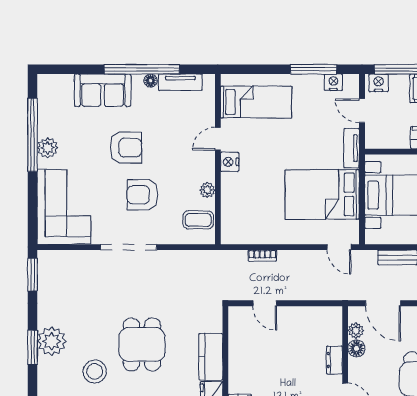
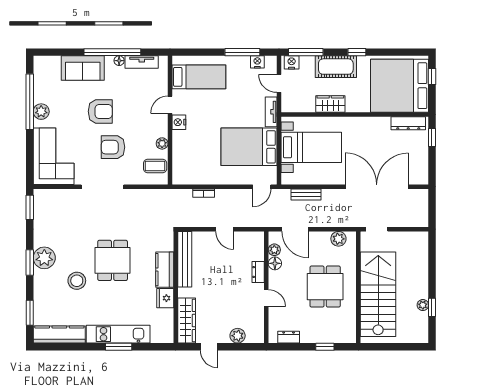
door: (339, 247) -> (262, 187), hinge flipped
door: (265, 303) -> (225, 229), moved
bench: (237, 343) -> (185, 259), added

